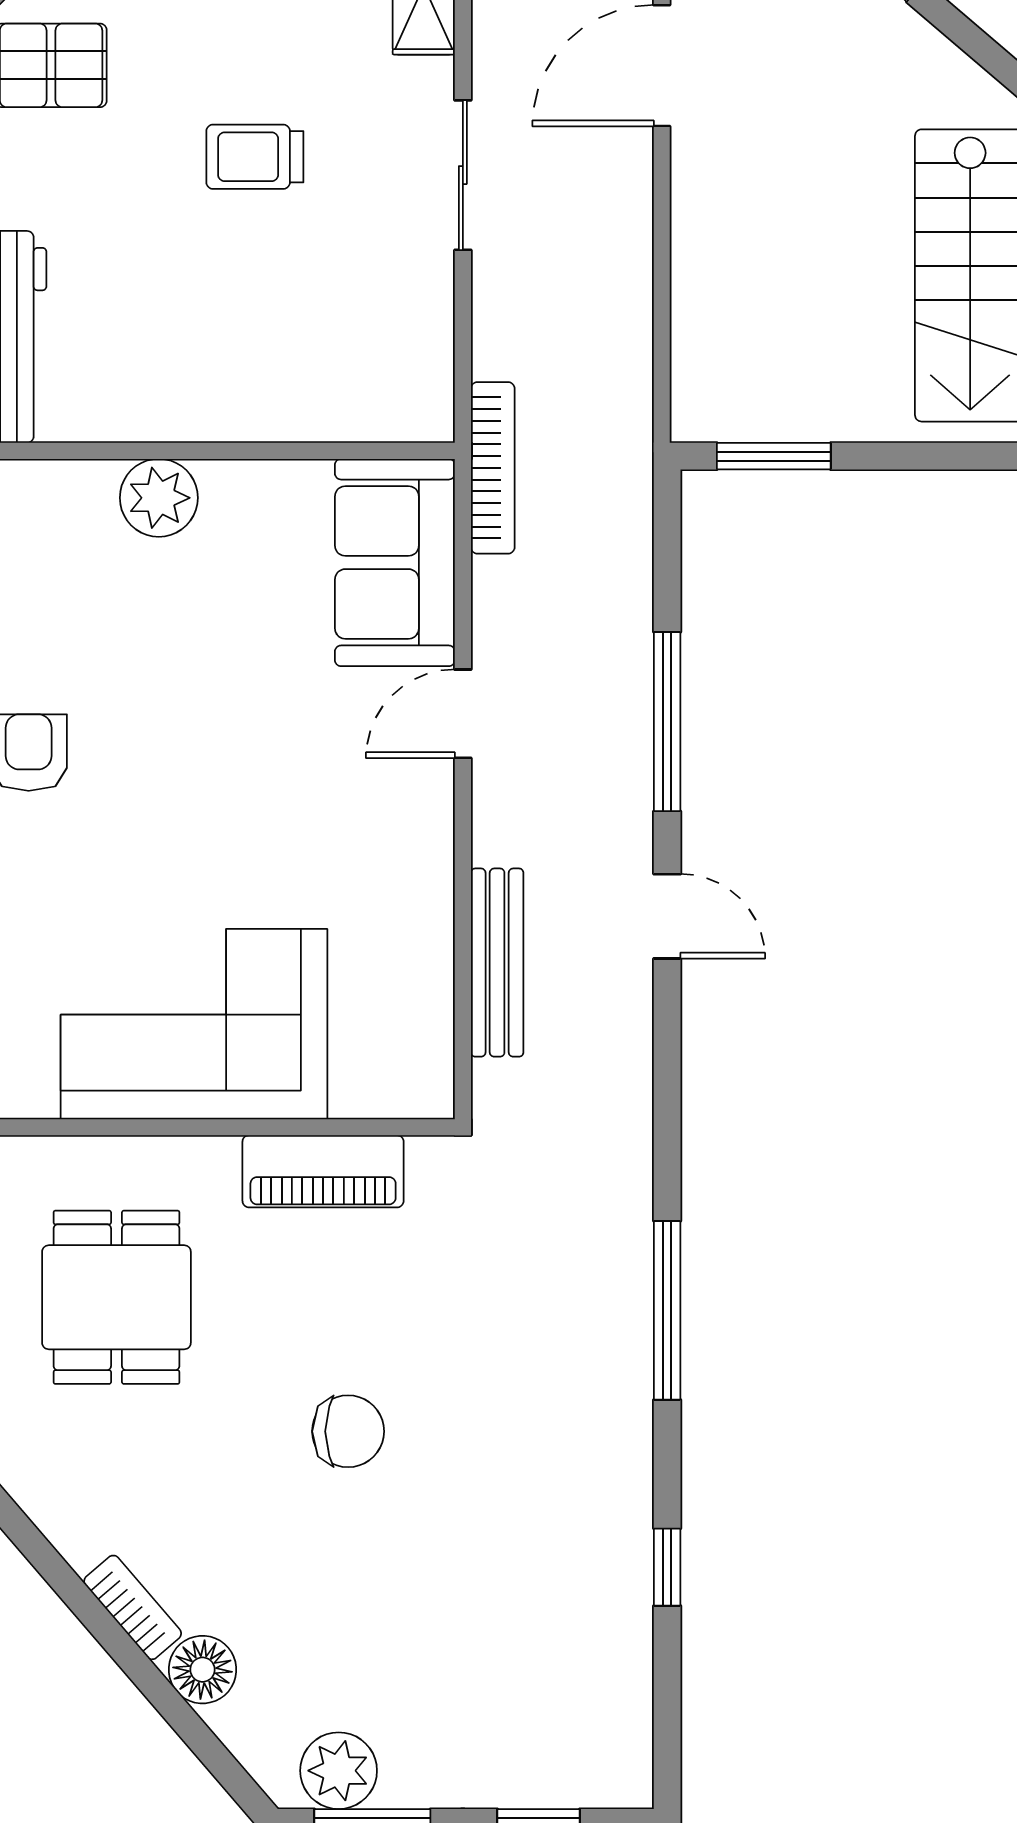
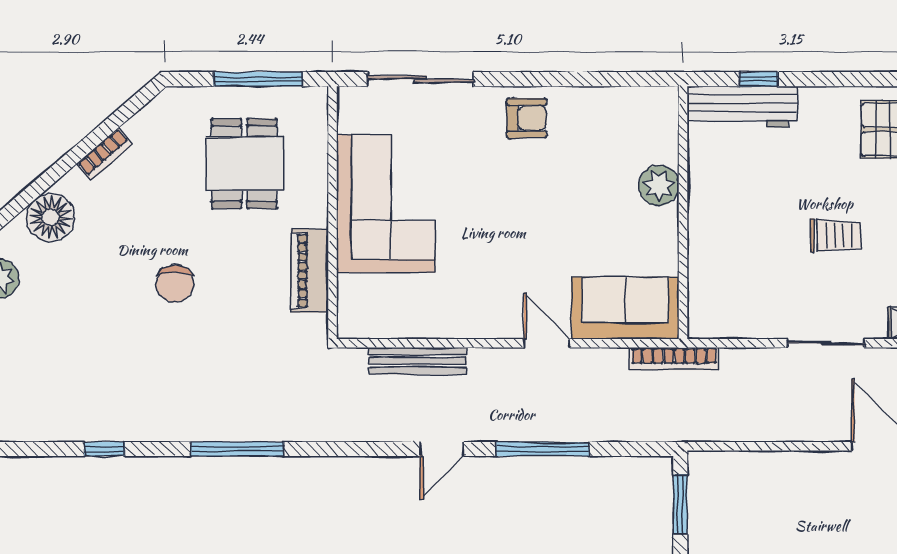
trolley: (255, 157) -> (836, 235), turned 90
dining table: (116, 1297) -> (244, 164), turned 90
bookcase: (133, 1607) -> (105, 154), moved
floor lamp: (202, 1670) -> (51, 217), width x1.38, depth x1.38

